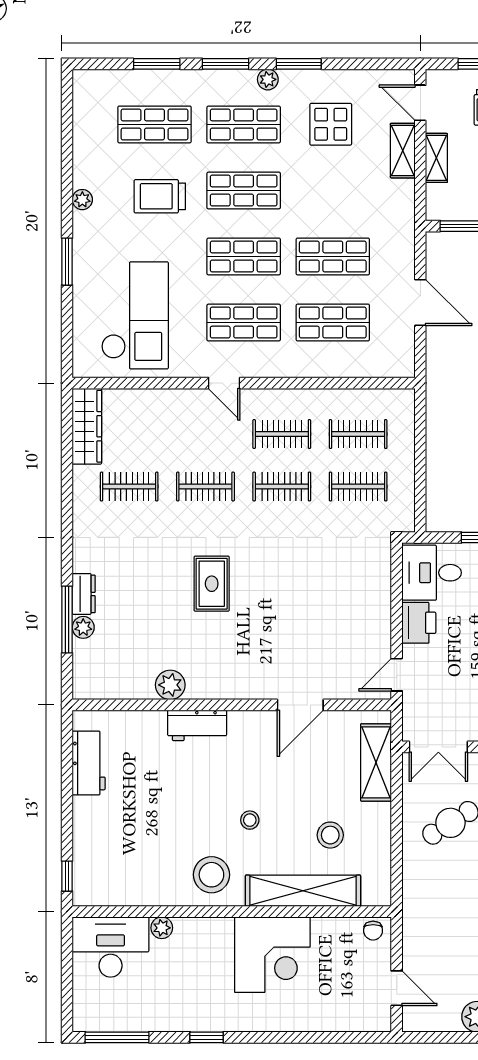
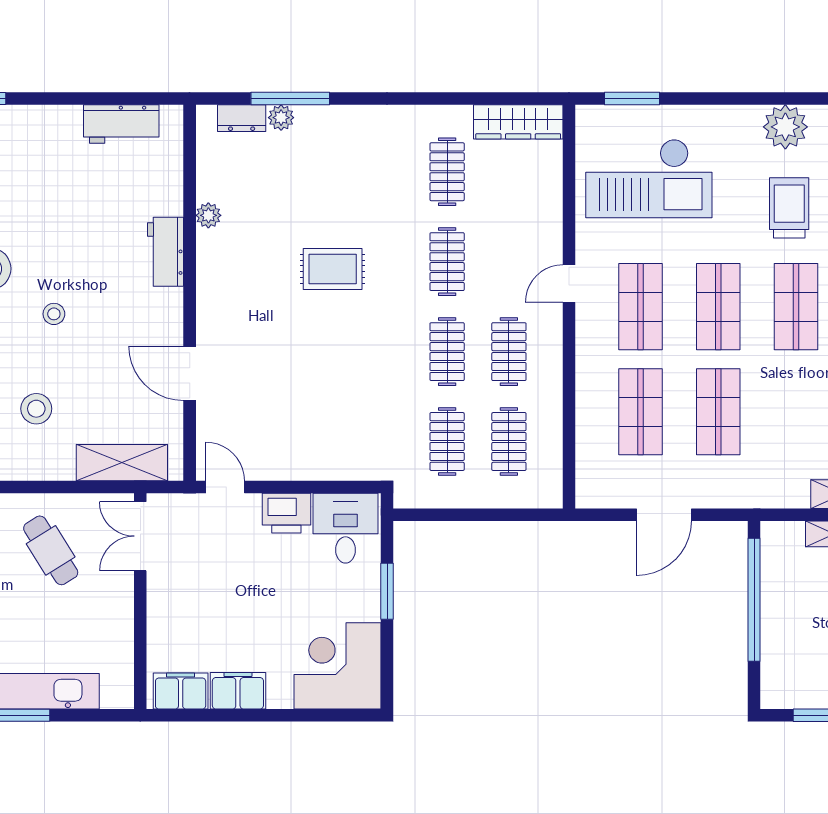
plant: (82, 200) -> (785, 127), width x1.88, depth x1.88
window: (67, 262) -> (632, 98), moved
dresser: (84, 594) -> (242, 118), moved
plant: (170, 685) -> (208, 215), width x0.73, depth x0.73

